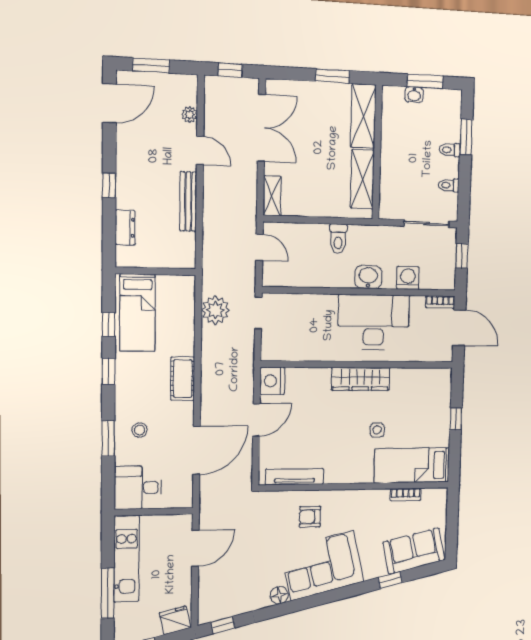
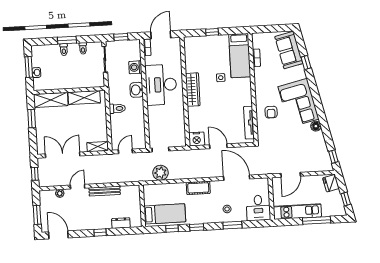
window: (466, 137) -> (67, 40), moved
door: (195, 548) -> (291, 175), swing flipped

